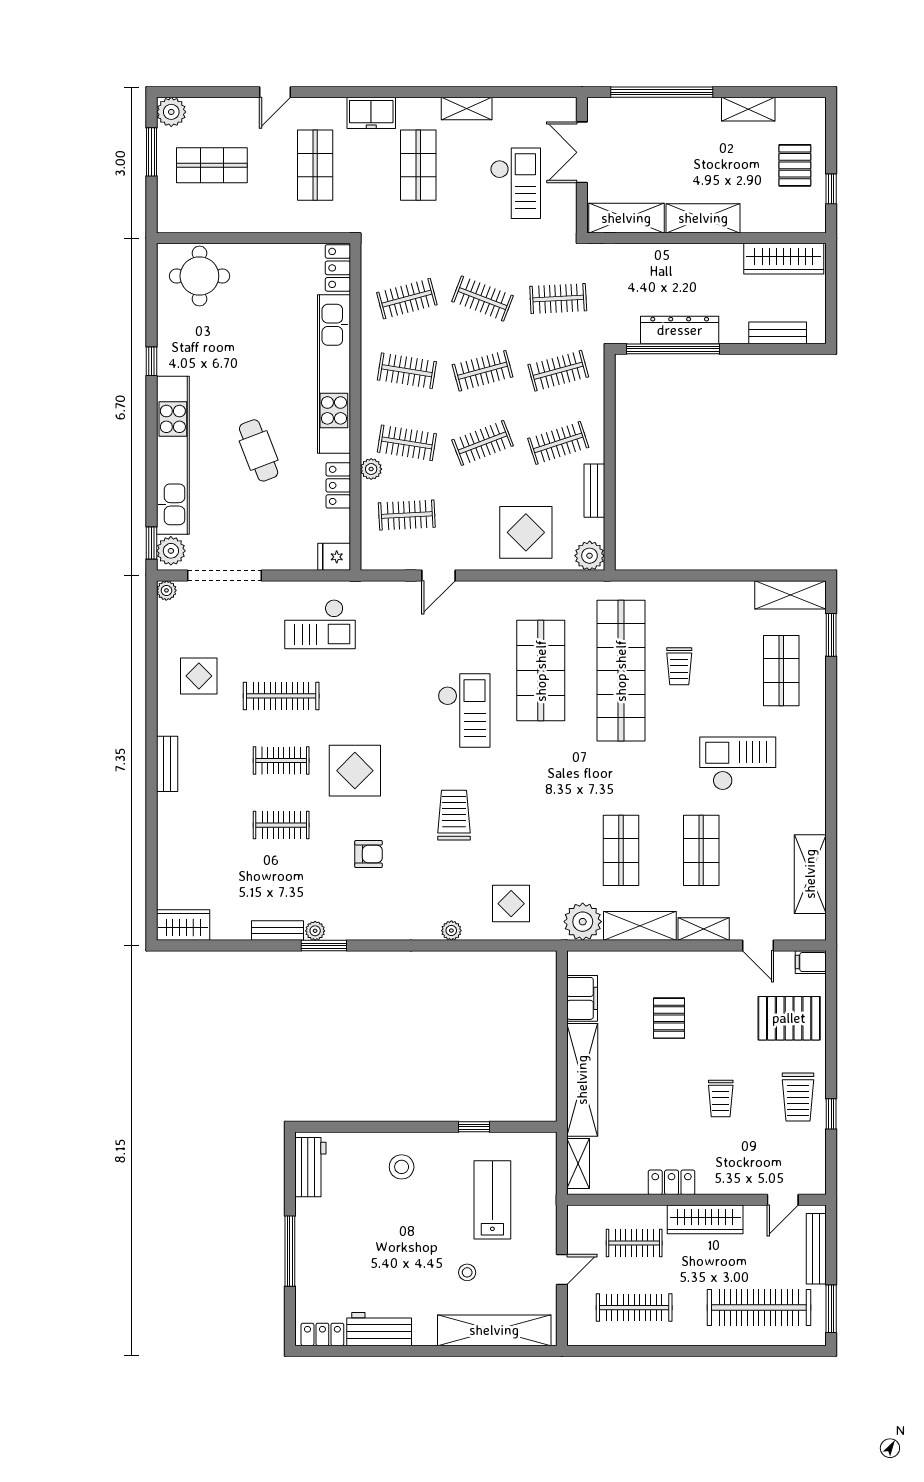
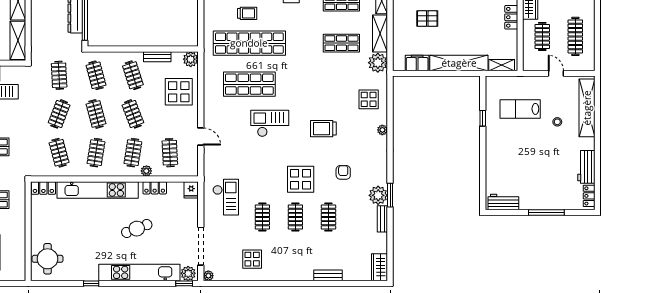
clothes rail: (281, 696) -> (262, 217), width x0.73
bench: (167, 764) -> (328, 275), moved
plant: (315, 931) -> (378, 195), width x1.88, depth x1.88
stool: (402, 1167) -> (503, 155), removed

